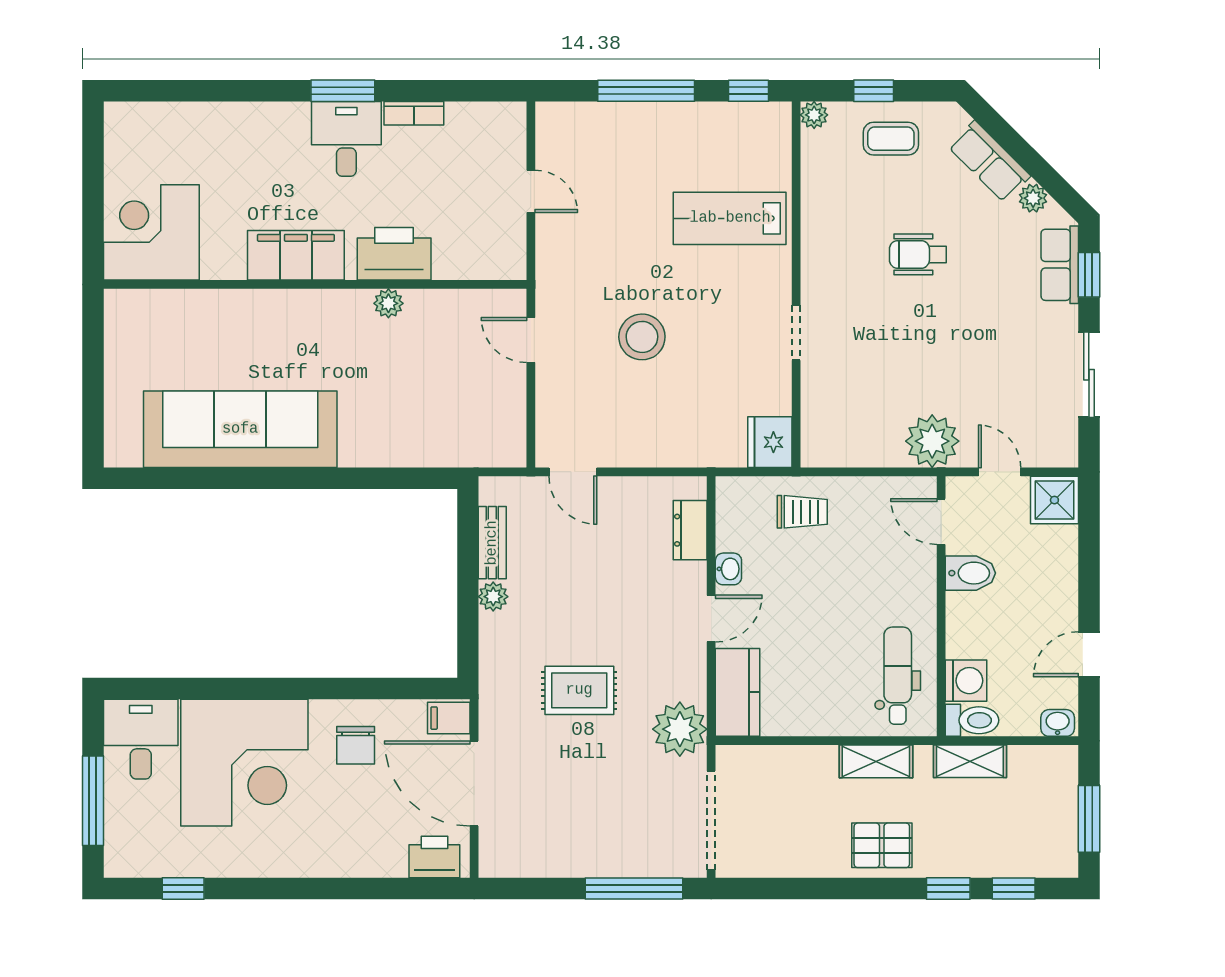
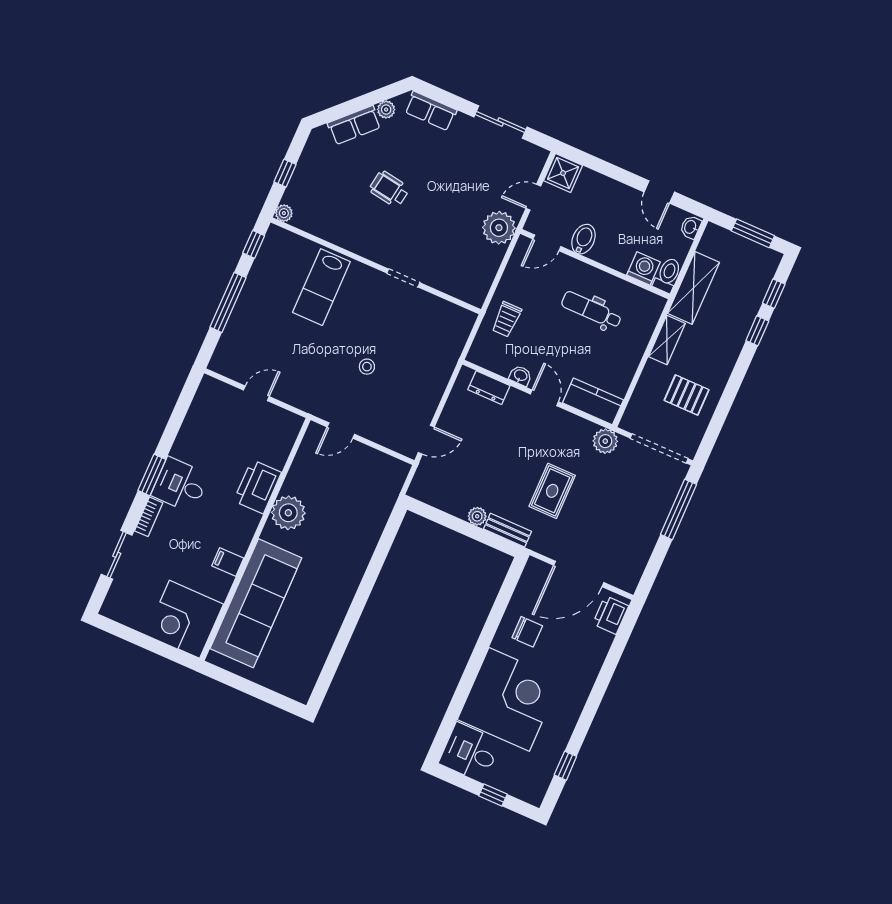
sliding door: (202, 91) -> (117, 555), added
bookcase: (414, 113) -> (149, 517), moved
coffee table: (891, 139) -> (317, 175), removed
wheelchair: (918, 254) -> (389, 189), turned 99
filing cabinet: (296, 255) -> (228, 562), width x0.33, depth x0.86
window: (1089, 275) -> (444, 97), removed
plant: (388, 303) -> (288, 513), width x1.87, depth x1.87
stool: (642, 337) -> (367, 367), width x0.53, depth x0.53
sofa: (240, 429) -> (256, 603), moved, turned 180
fridge: (770, 442) -> (459, 320), removed
trolley: (802, 512) -> (506, 319), turned 180
bench: (492, 543) -> (508, 530), moved
dental chair: (898, 676) -> (591, 310), moved
filing cabinet: (449, 718) -> (535, 572), removed
plant: (680, 729) -> (605, 441), width x0.73, depth x0.73
shelving: (970, 761) -> (693, 288), width x1.50, depth x1.33
window: (93, 801) -> (493, 795), width x0.46
pallet: (882, 845) -> (687, 395), moved, turned 90

